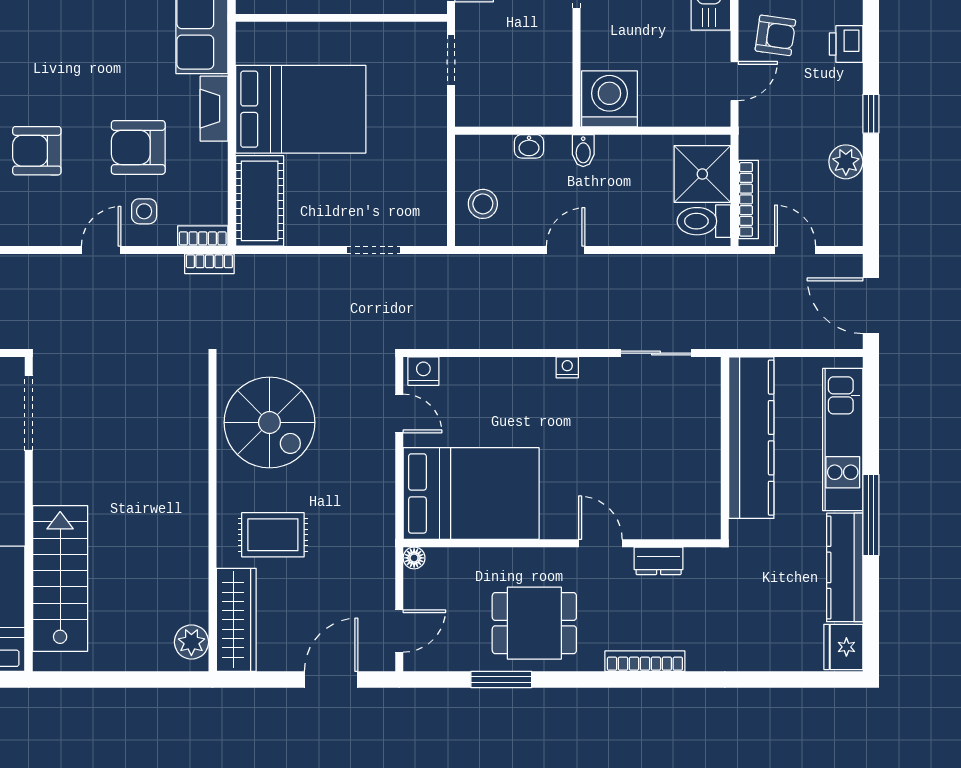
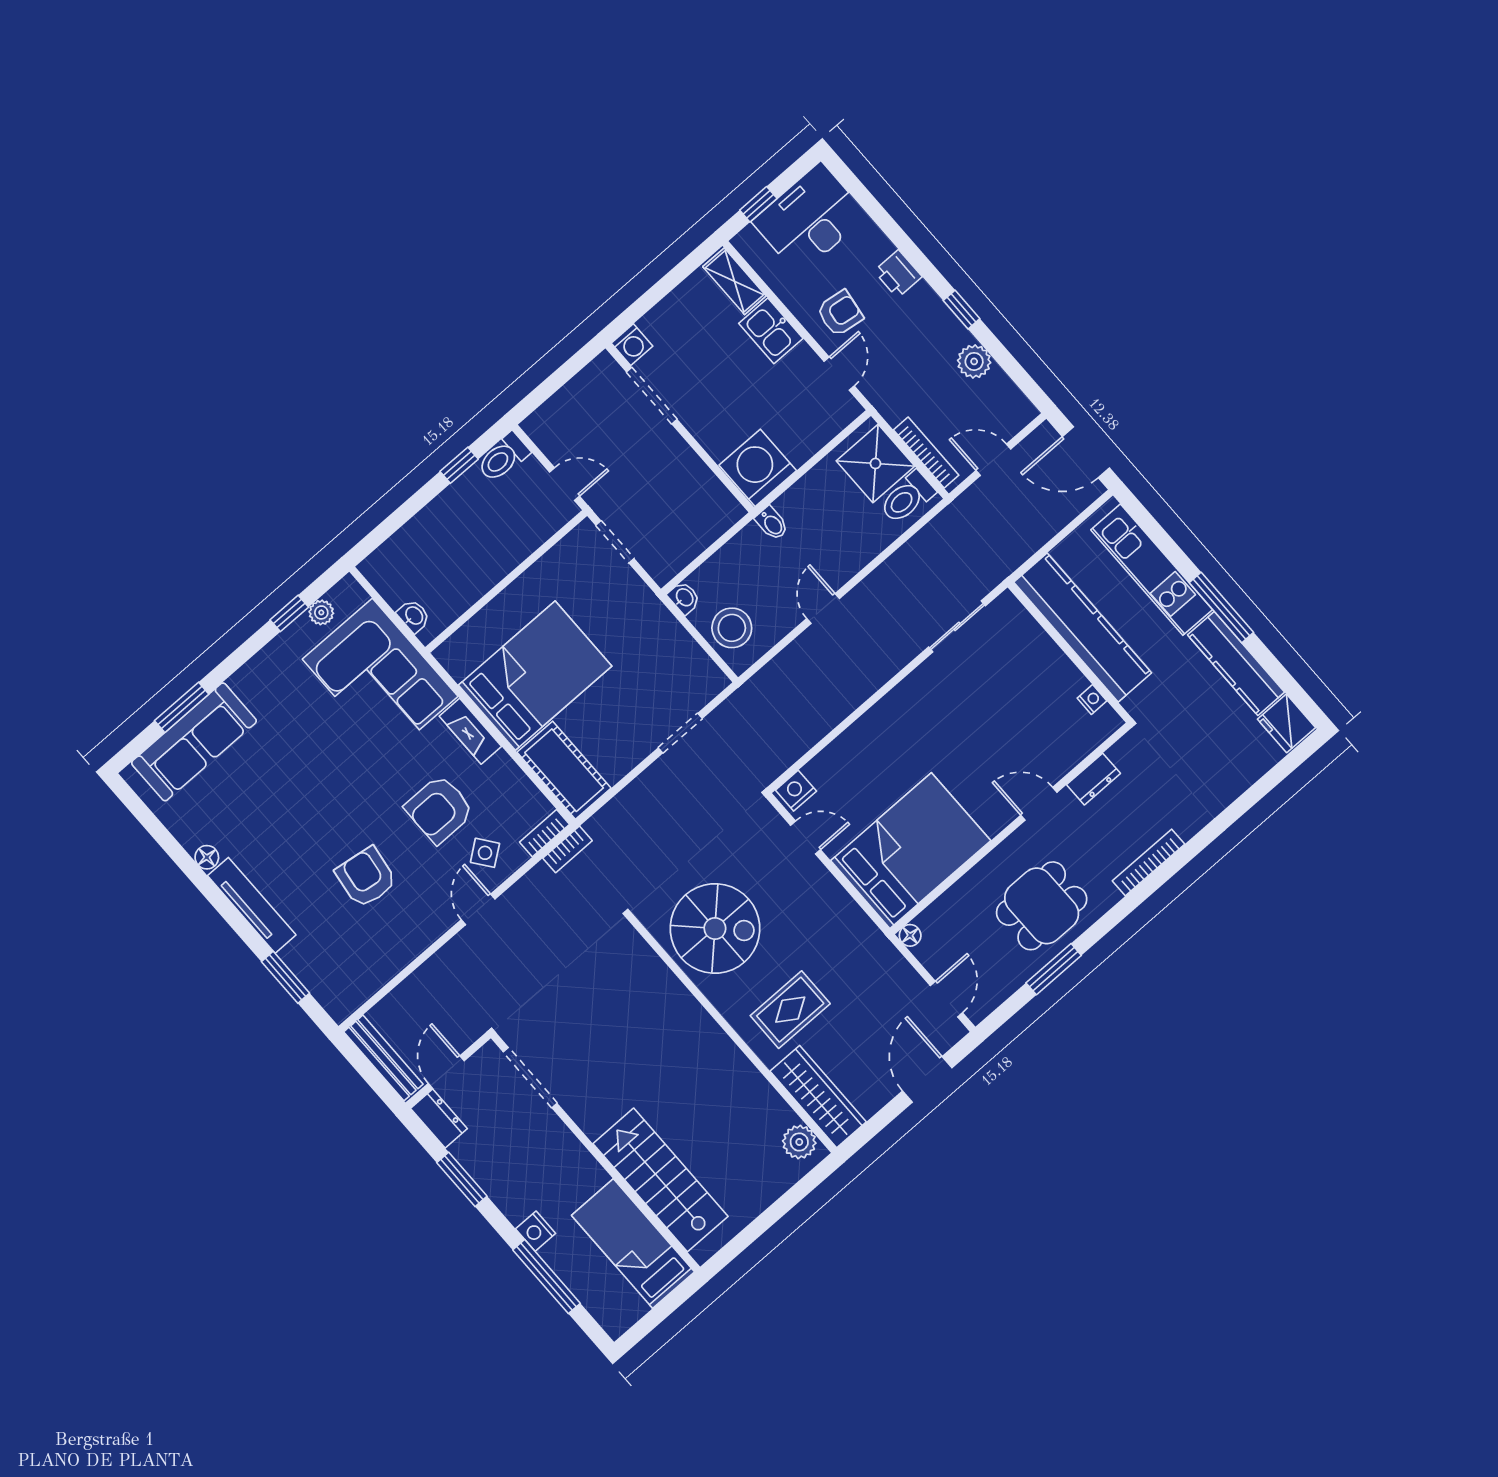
washbasin: (529, 146) -> (684, 598), moved, turned -90
armchair: (37, 151) -> (366, 877), turned 98
stool: (483, 204) -> (732, 628), width x1.38, depth x1.38
side table: (144, 211) -> (485, 853), turned -37
nightstand: (567, 367) -> (1092, 700), moved, turned 90

